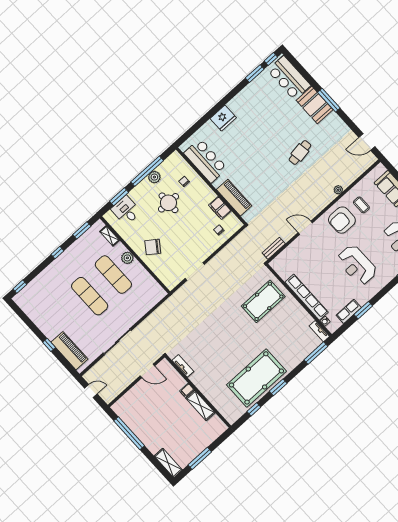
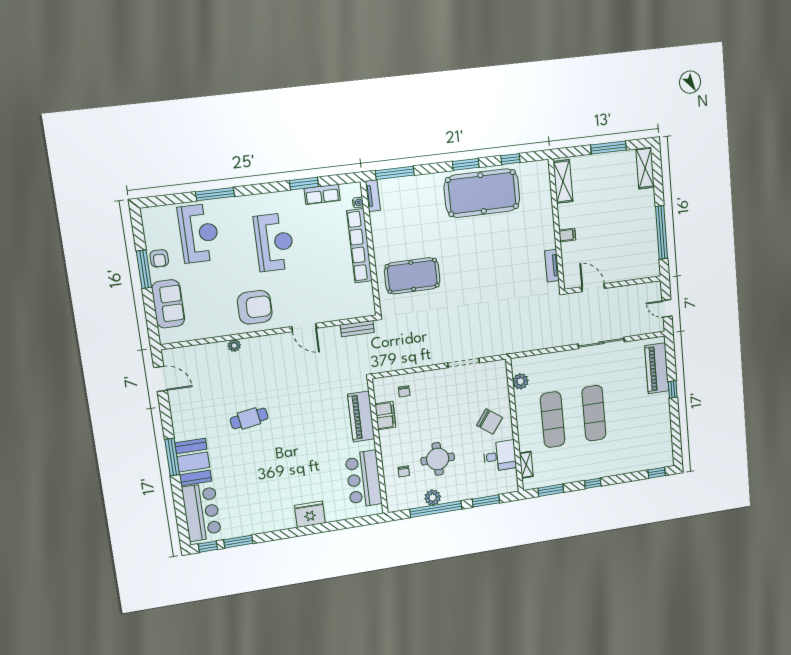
coffee table: (361, 205) -> (219, 309), removed
desk: (126, 210) -> (500, 456), moved, turned -90
plant: (127, 258) -> (521, 381), moved
shelving: (200, 406) -> (563, 182), moved

